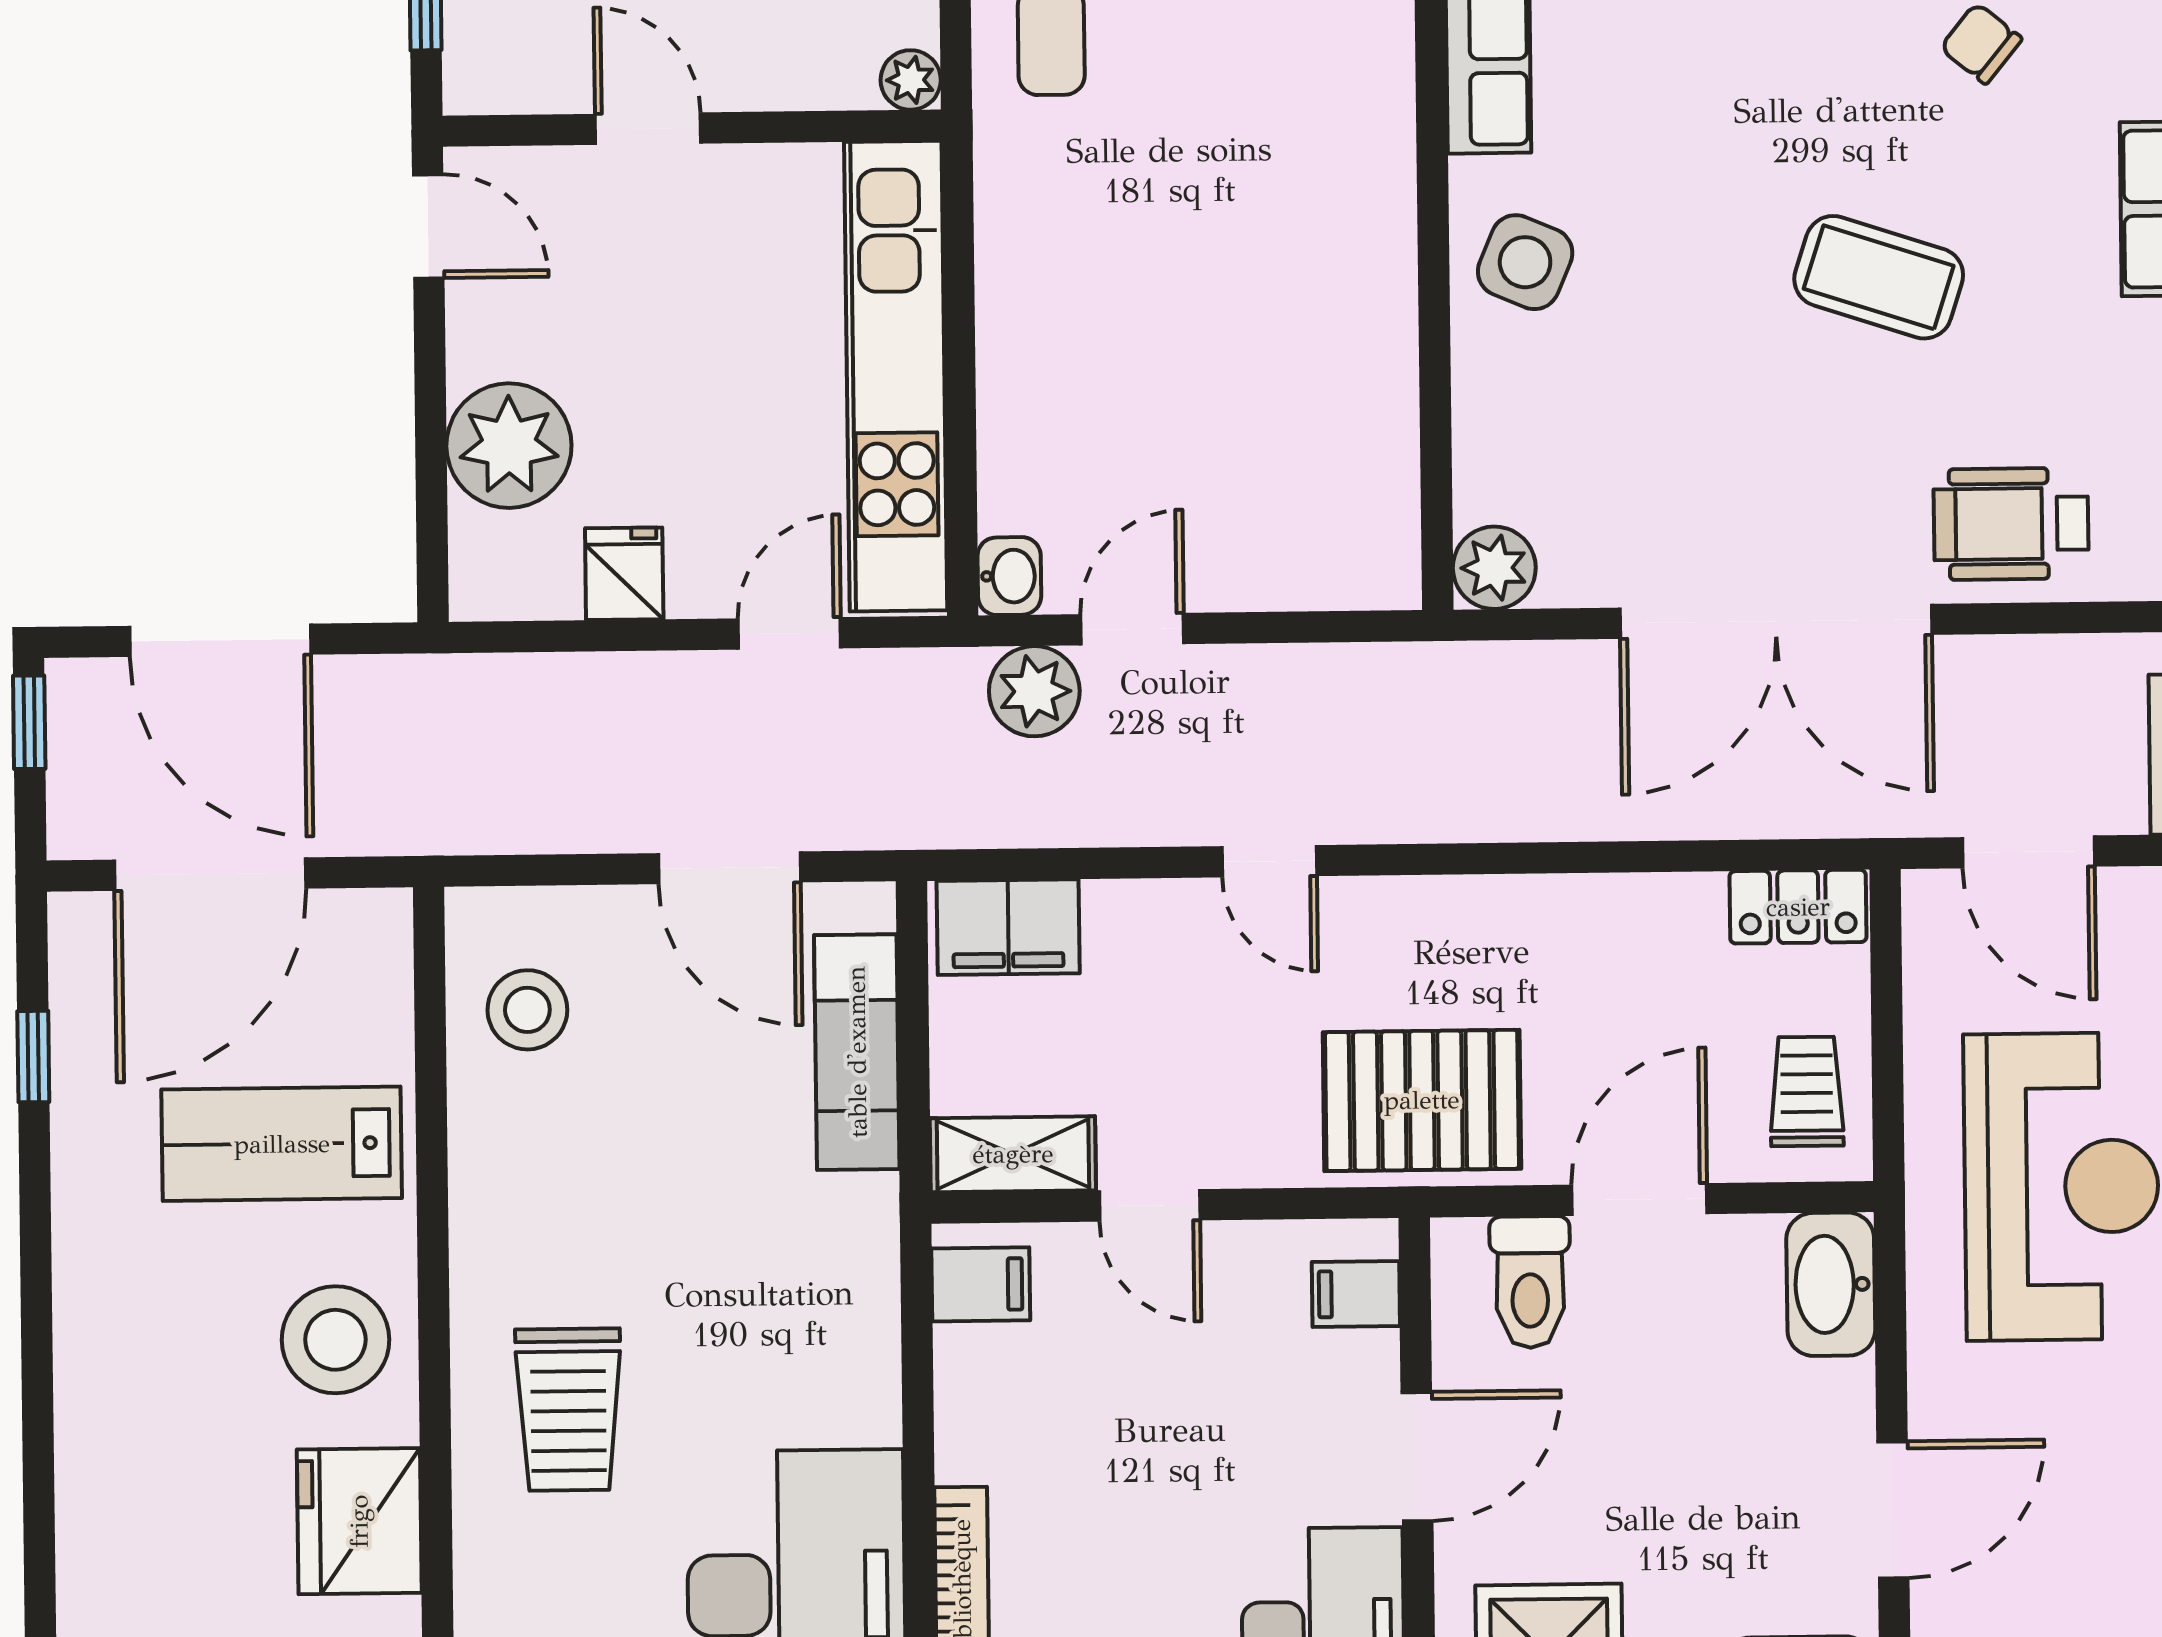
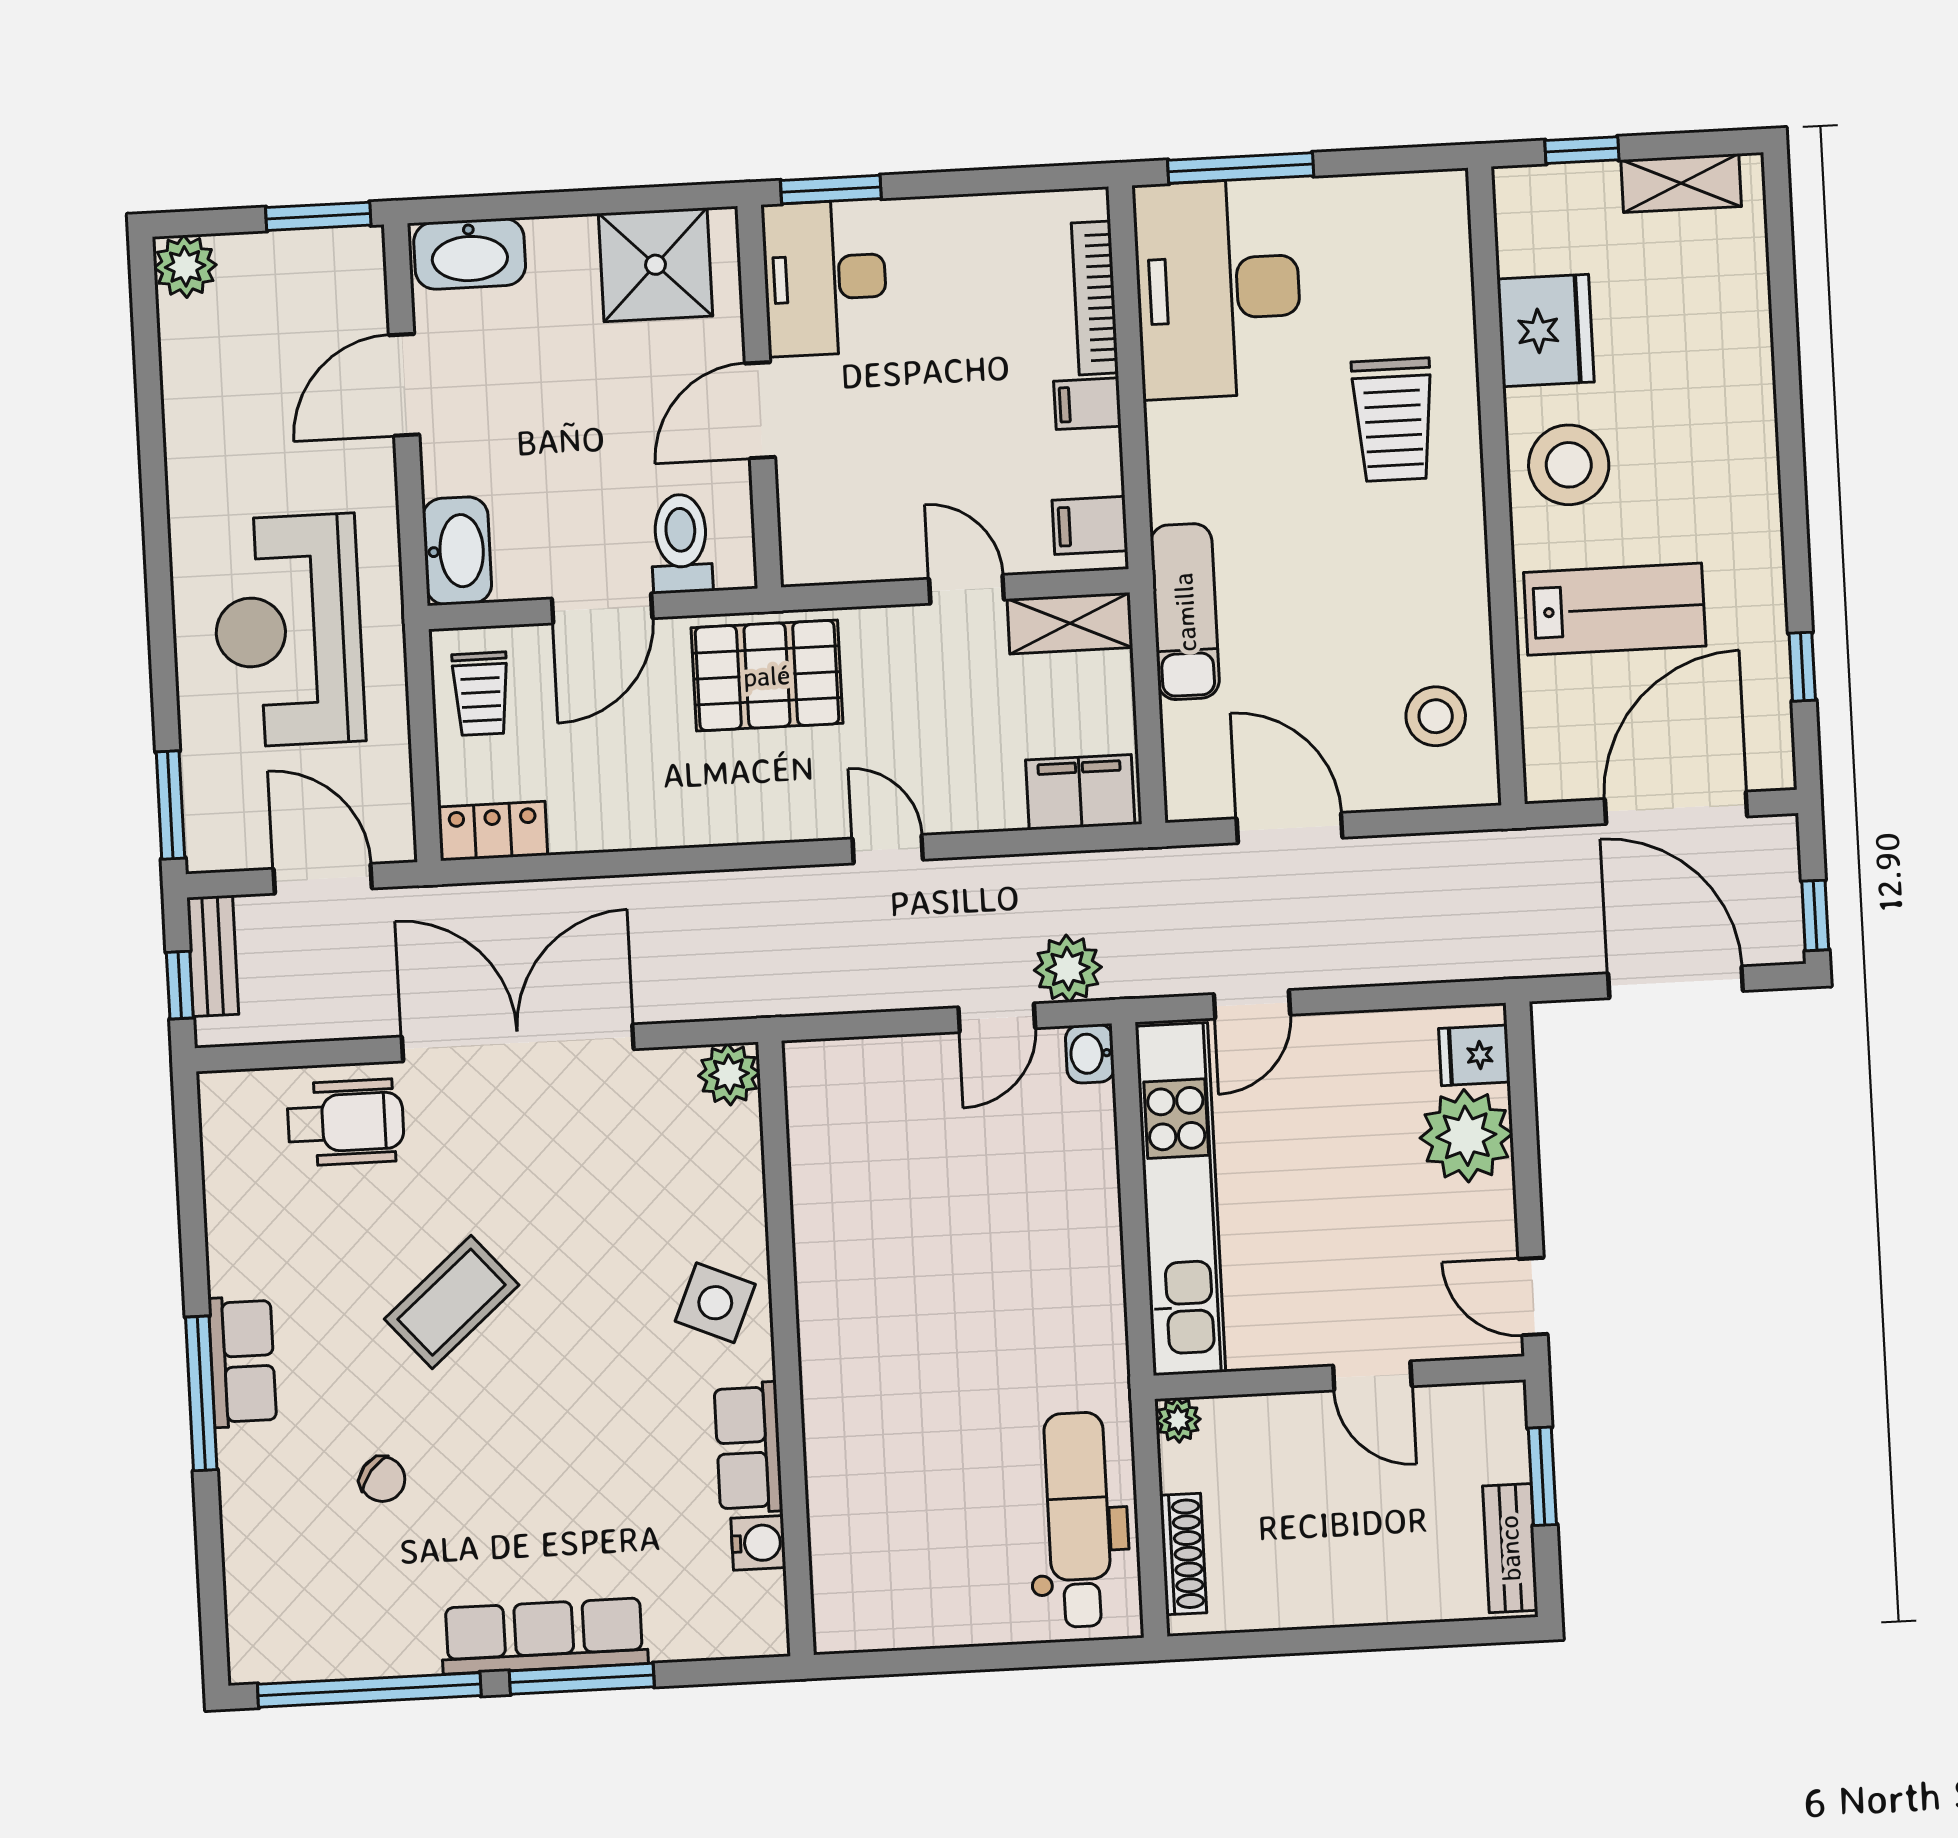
coffee table: (1879, 277) -> (452, 1302), turned -59
fridge: (624, 574) -> (1474, 1055), moved, turned 90
exam couch: (857, 1052) -> (1185, 612), moved
filing cabinet: (1356, 1294) -> (1087, 404), moved, turned 180
trolley: (568, 1410) -> (1393, 420), turned 180

